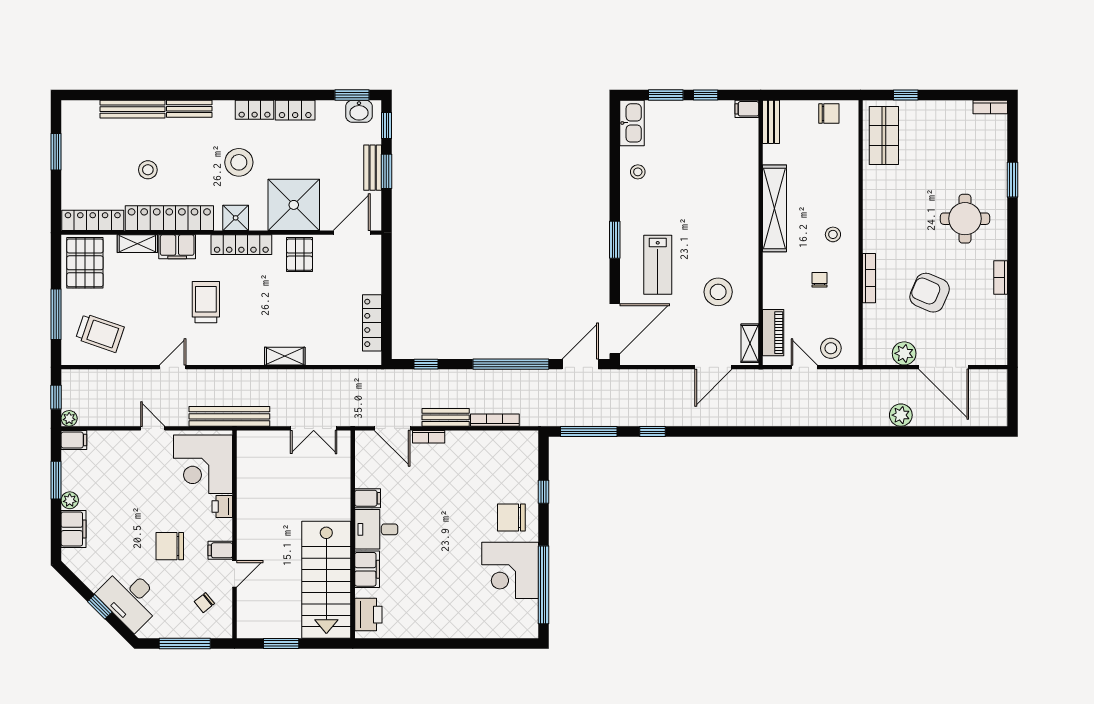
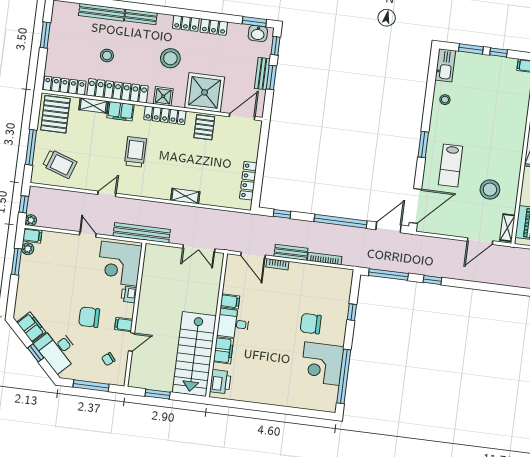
plant: (70, 500) -> (28, 249), moved
chair: (511, 517) -> (311, 324), moved
filing cabinet: (74, 529) -> (31, 327), moved, turned -45

